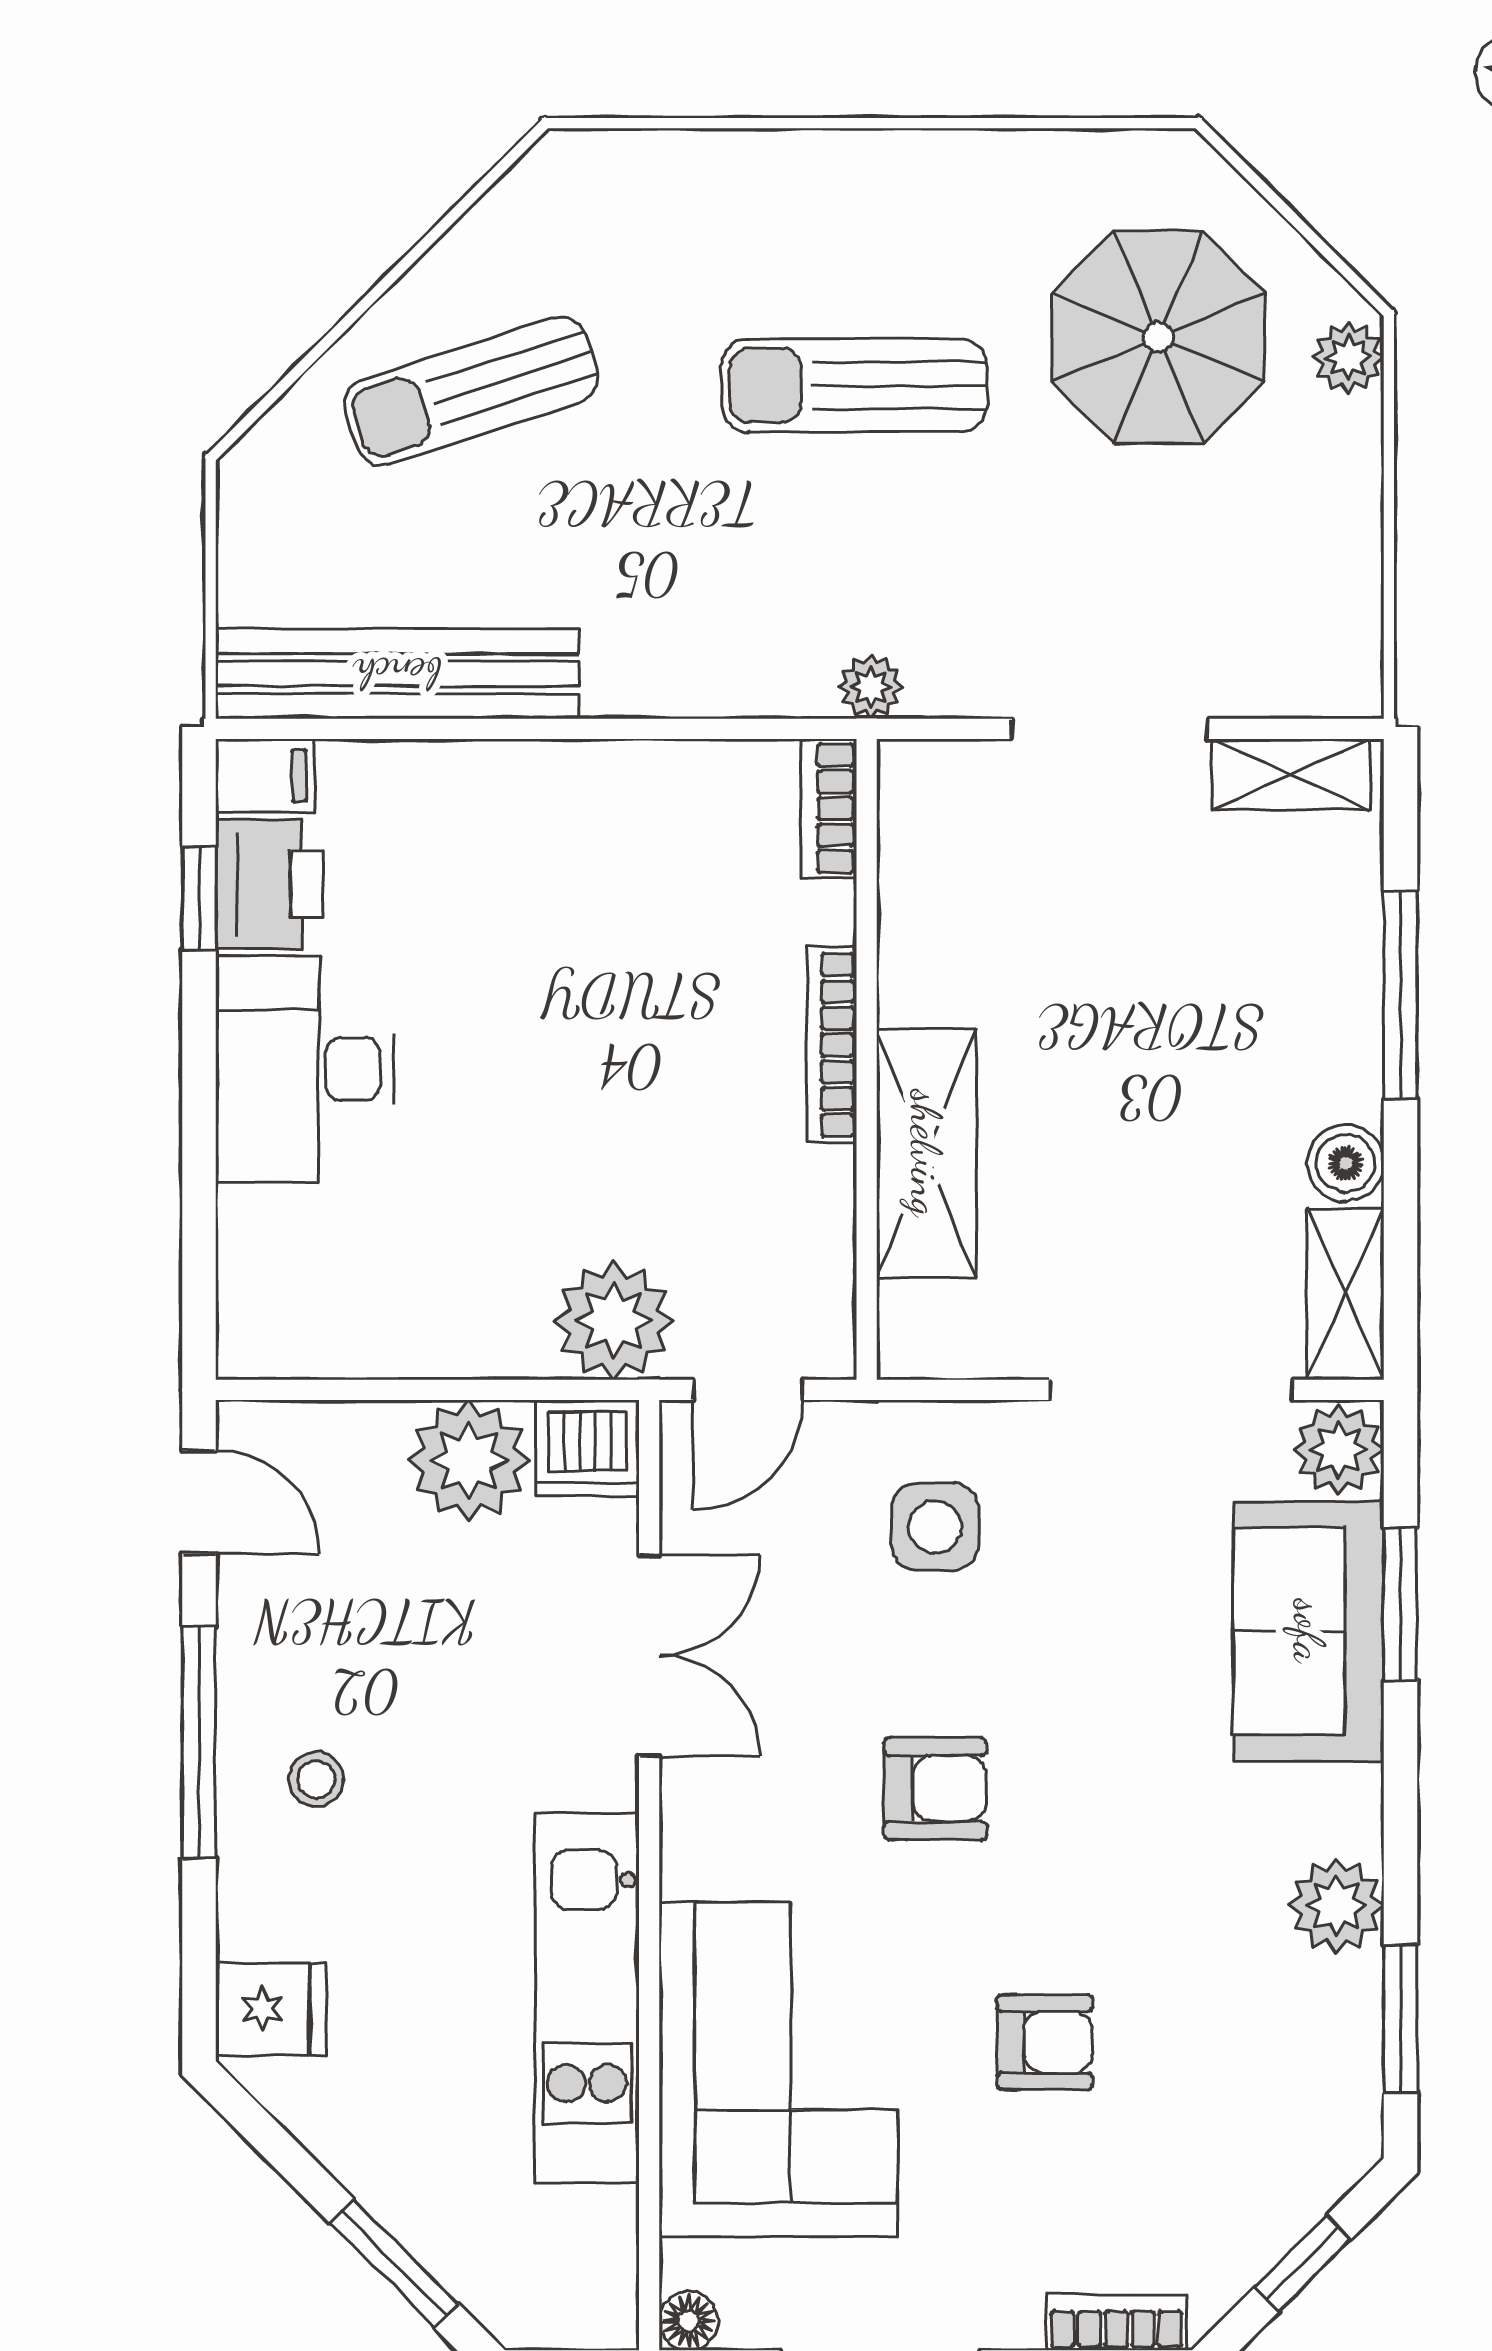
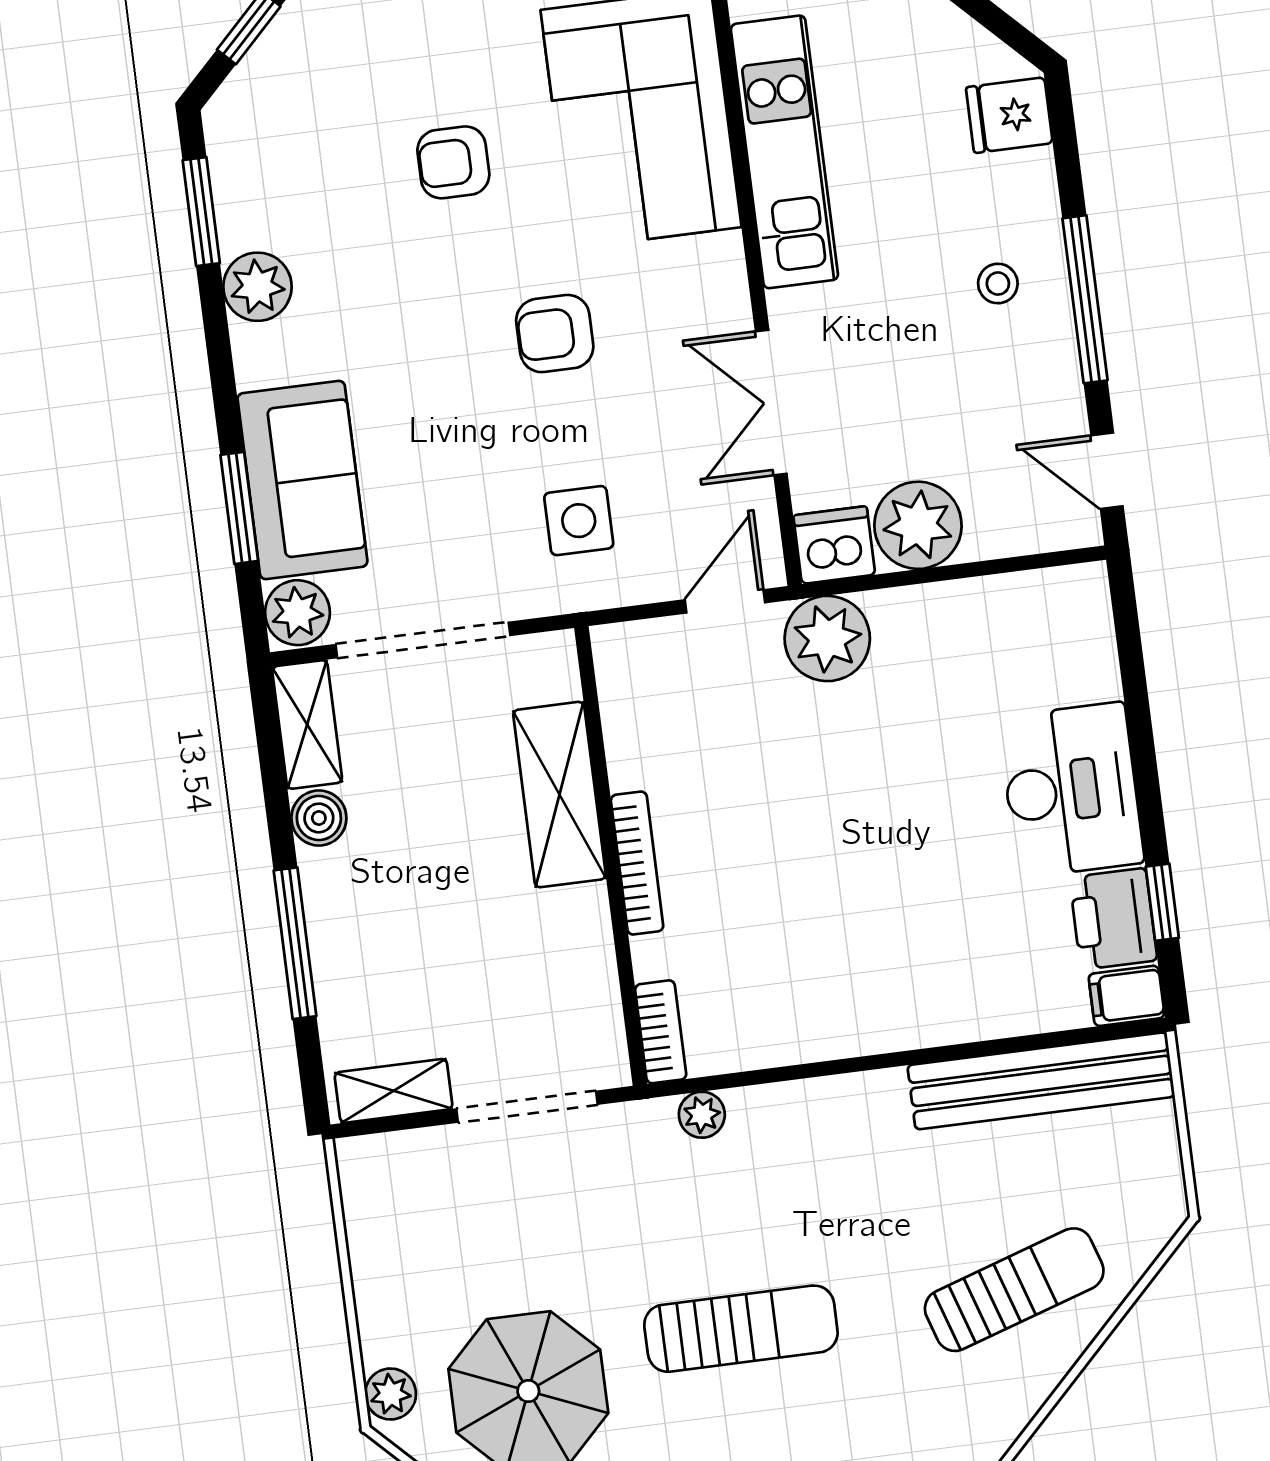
bookcase: (829, 808) -> (661, 1032), moved
bookcase: (832, 1045) -> (637, 863), moved
wall: (867, 1059) -> (611, 856), moved
shelving: (926, 1153) -> (559, 795), moved

